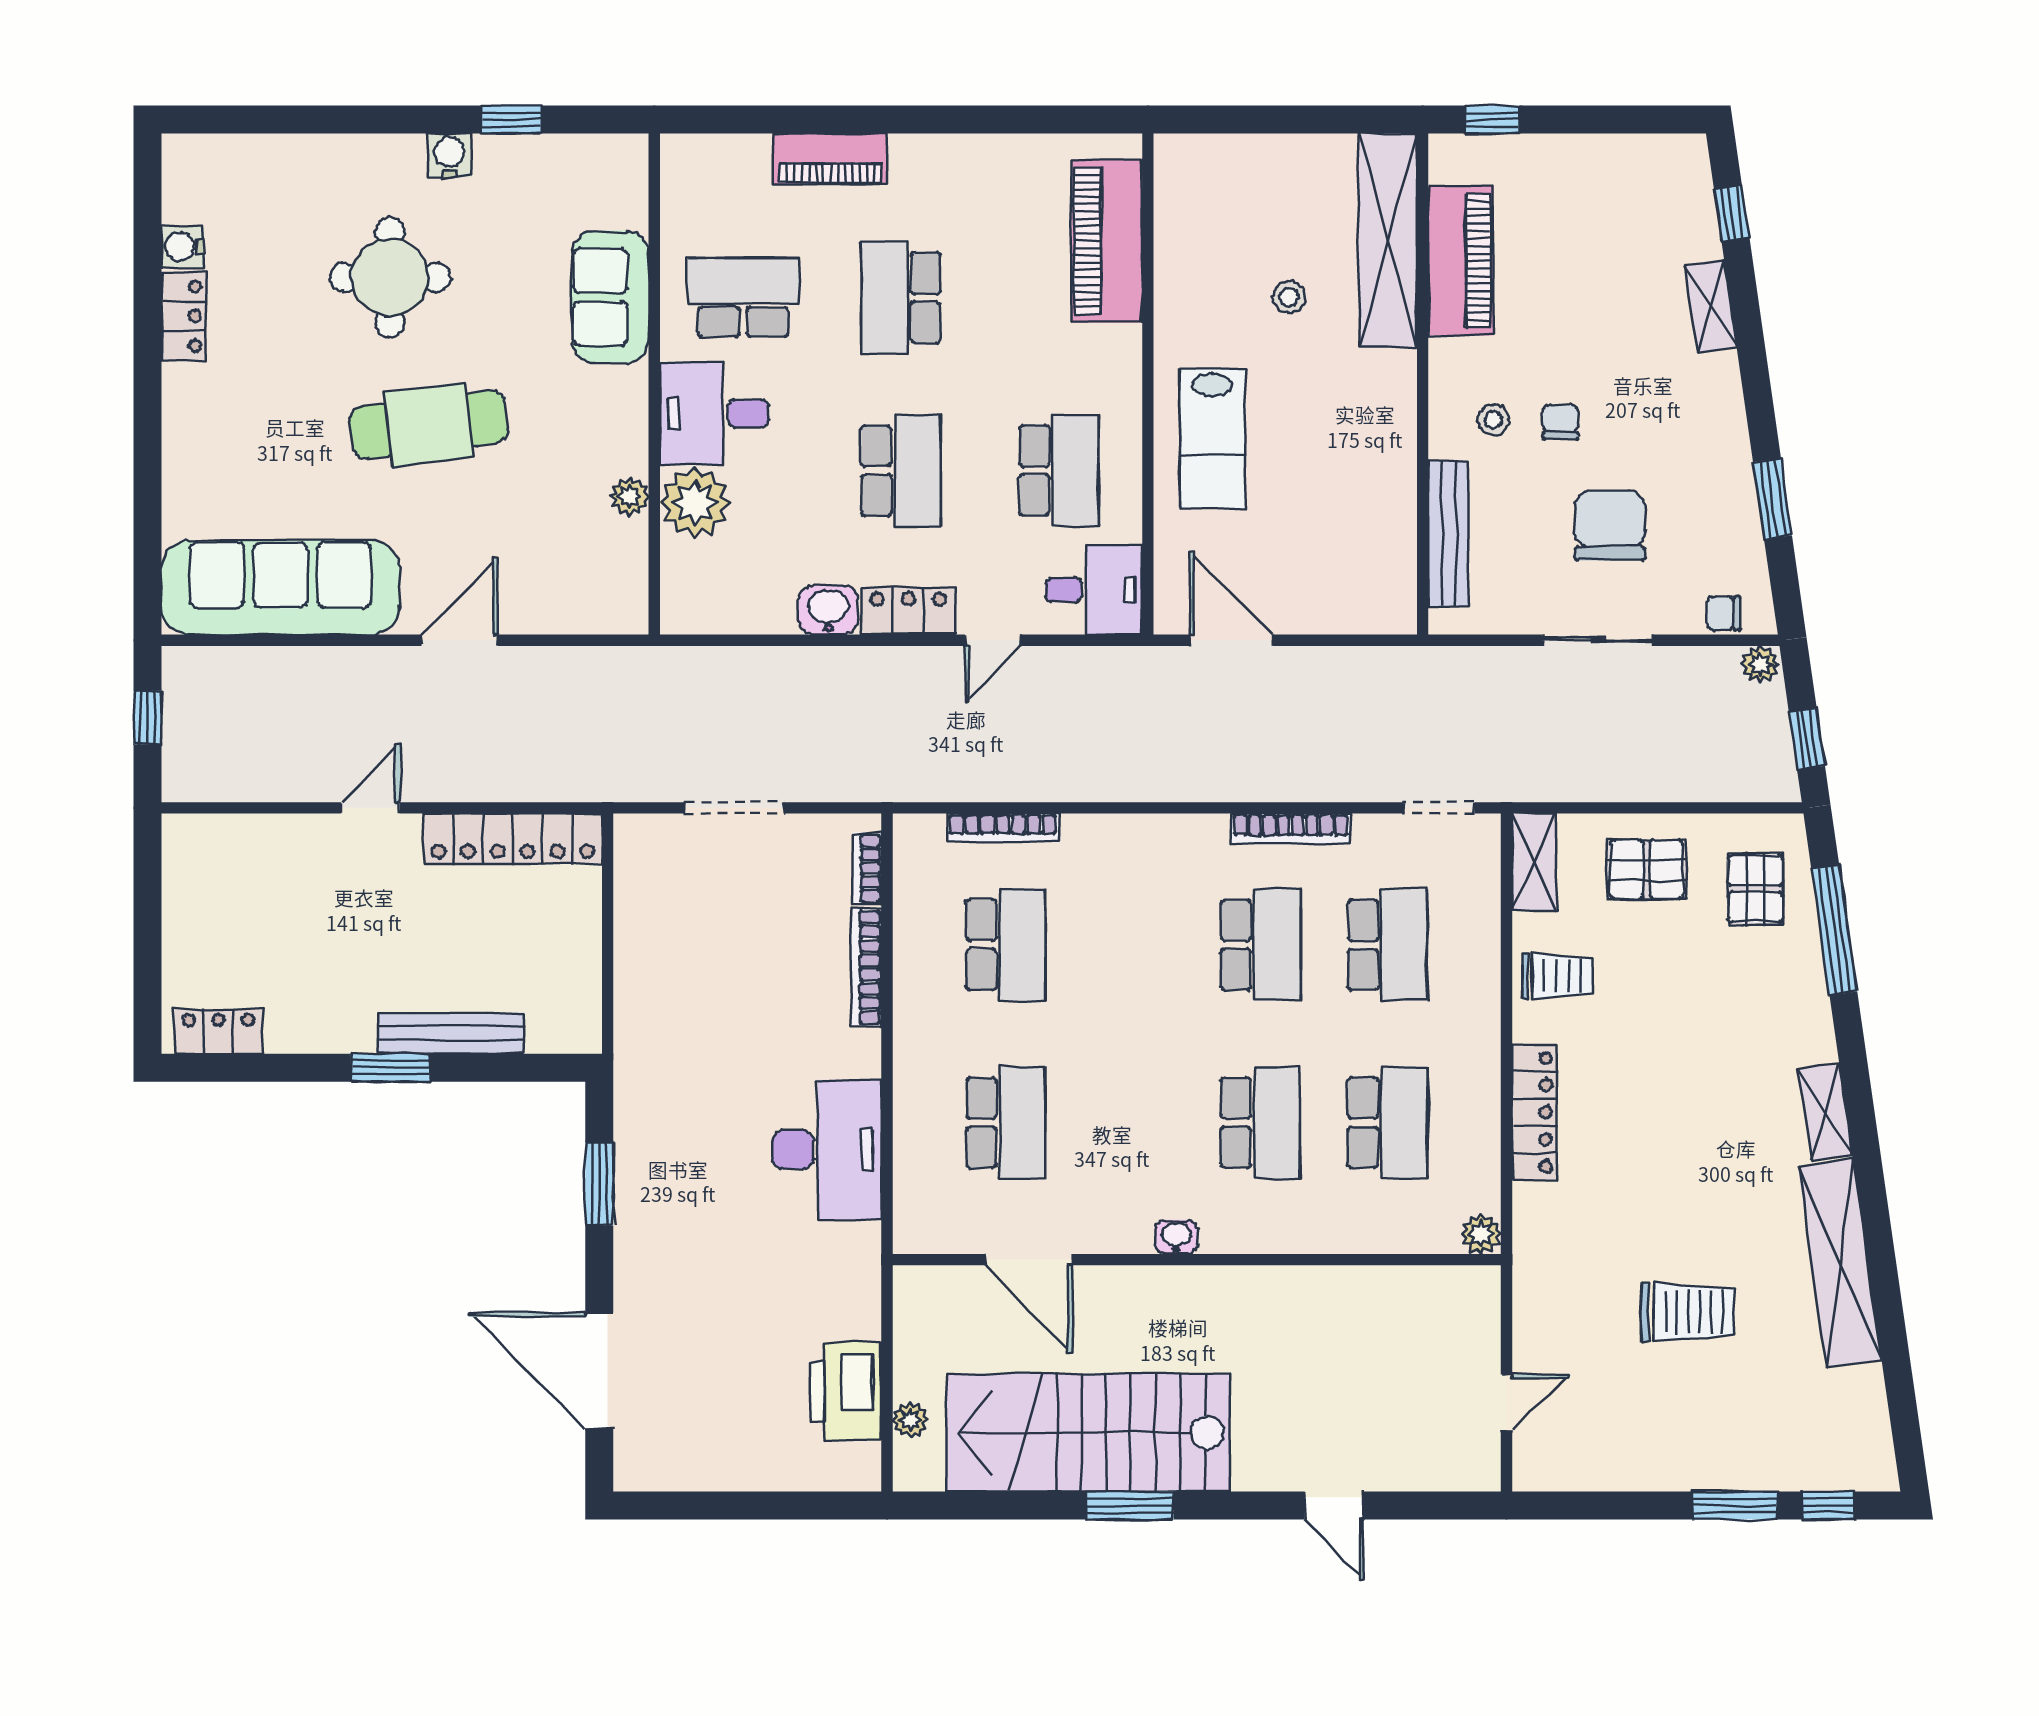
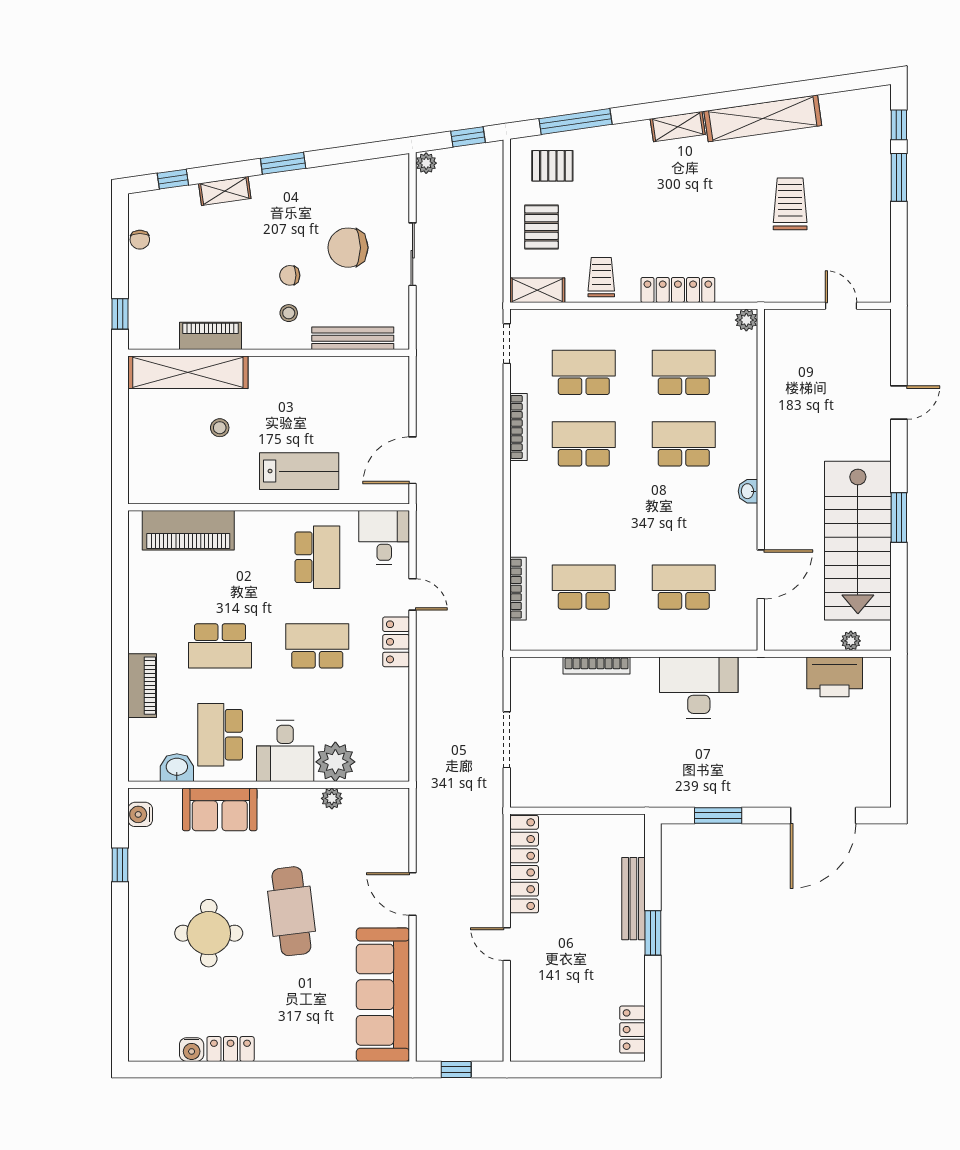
water cooler: (450, 155) -> (140, 814), moved
piano: (1461, 261) -> (211, 336), width x0.73, depth x0.75
school desk: (1059, 471) -> (317, 557), turned 90
window: (1773, 499) -> (283, 163), moved
washbasin: (828, 610) -> (177, 768), moved, turned 90
chair: (1724, 613) -> (140, 240), moved
bookcase: (867, 868) -> (541, 665), removed

